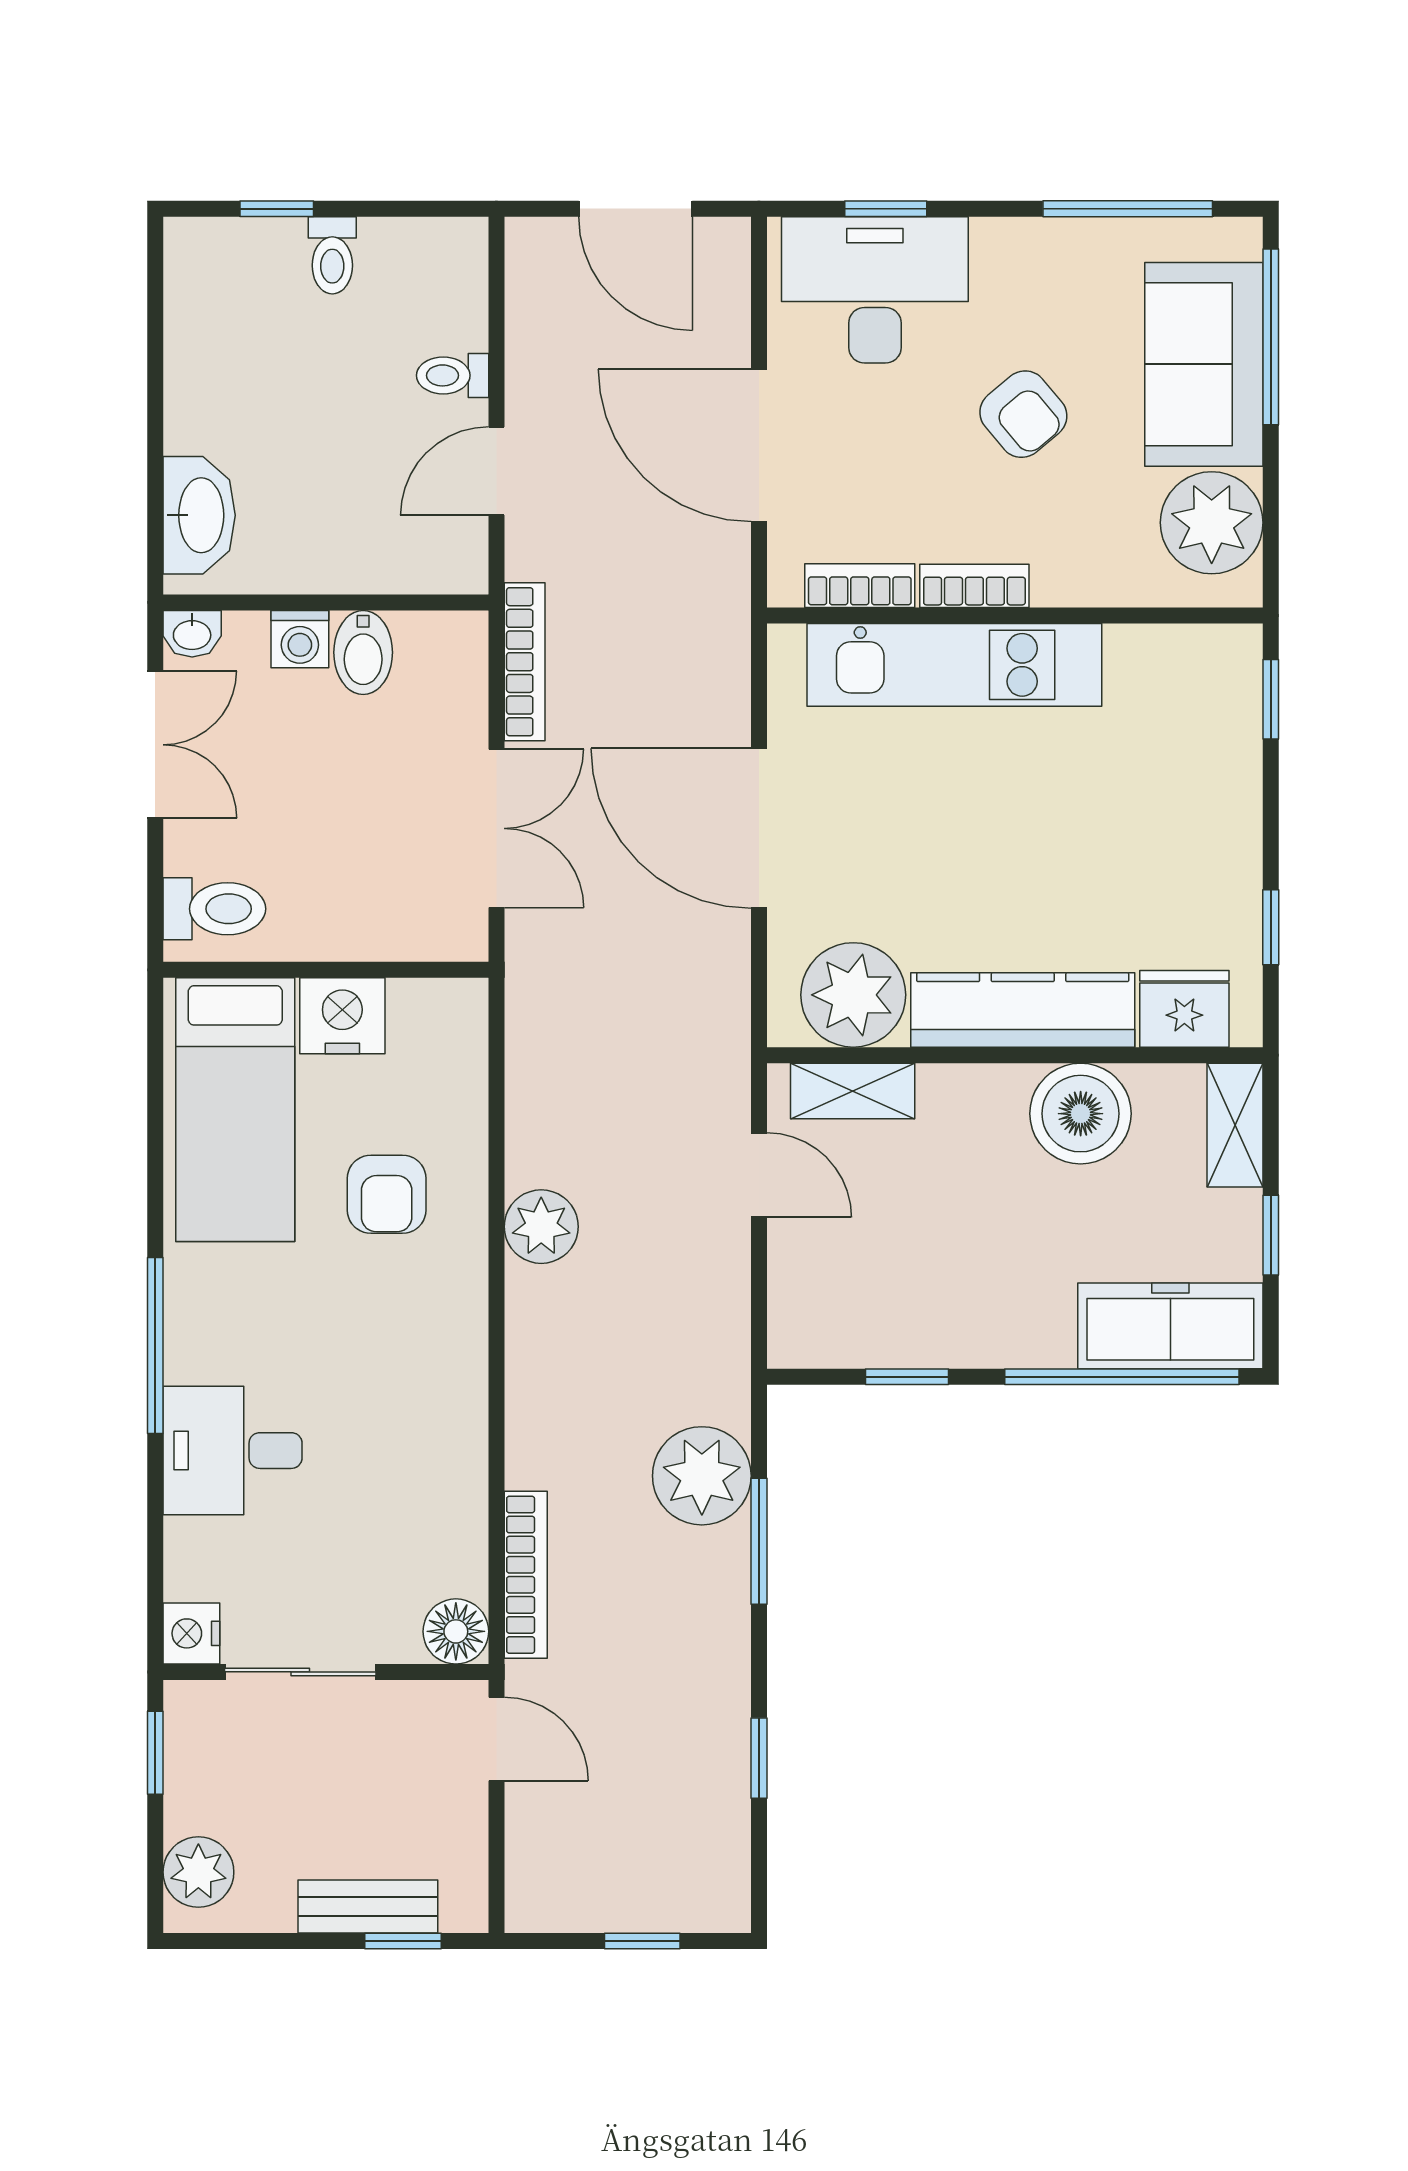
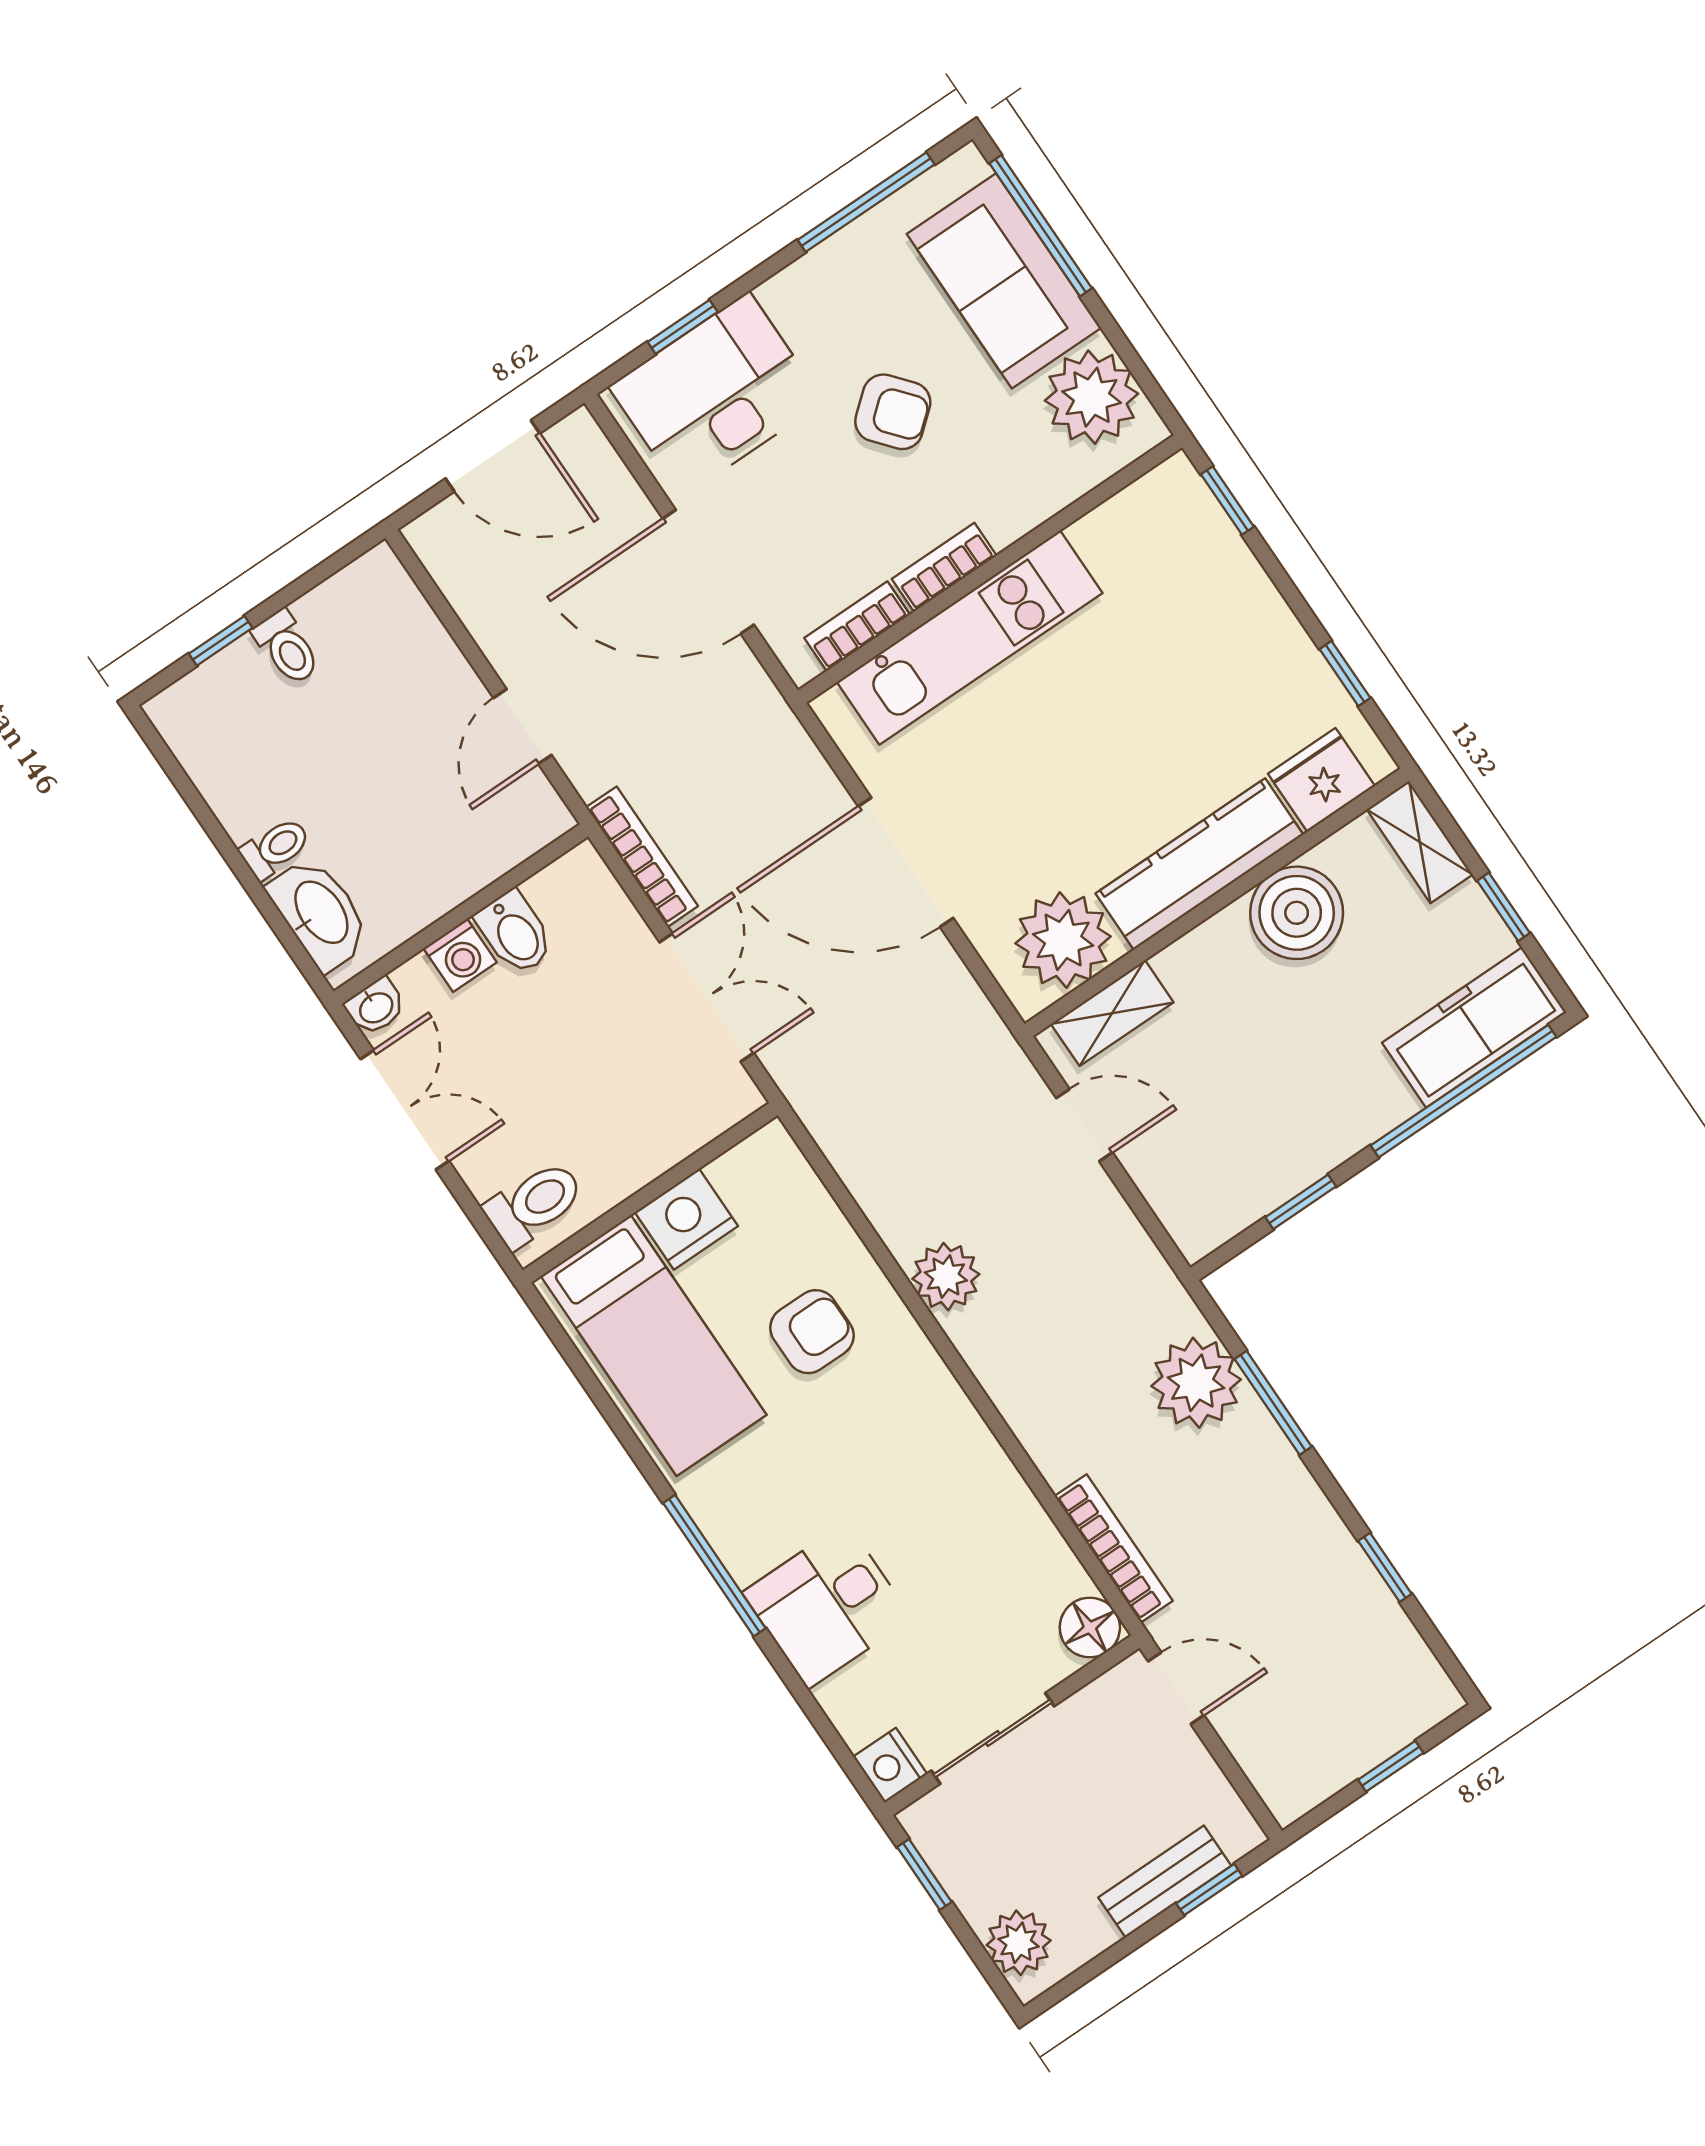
toilet: (453, 375) -> (275, 848), moved, turned 180
armchair: (387, 1194) -> (812, 1332), turned -90

